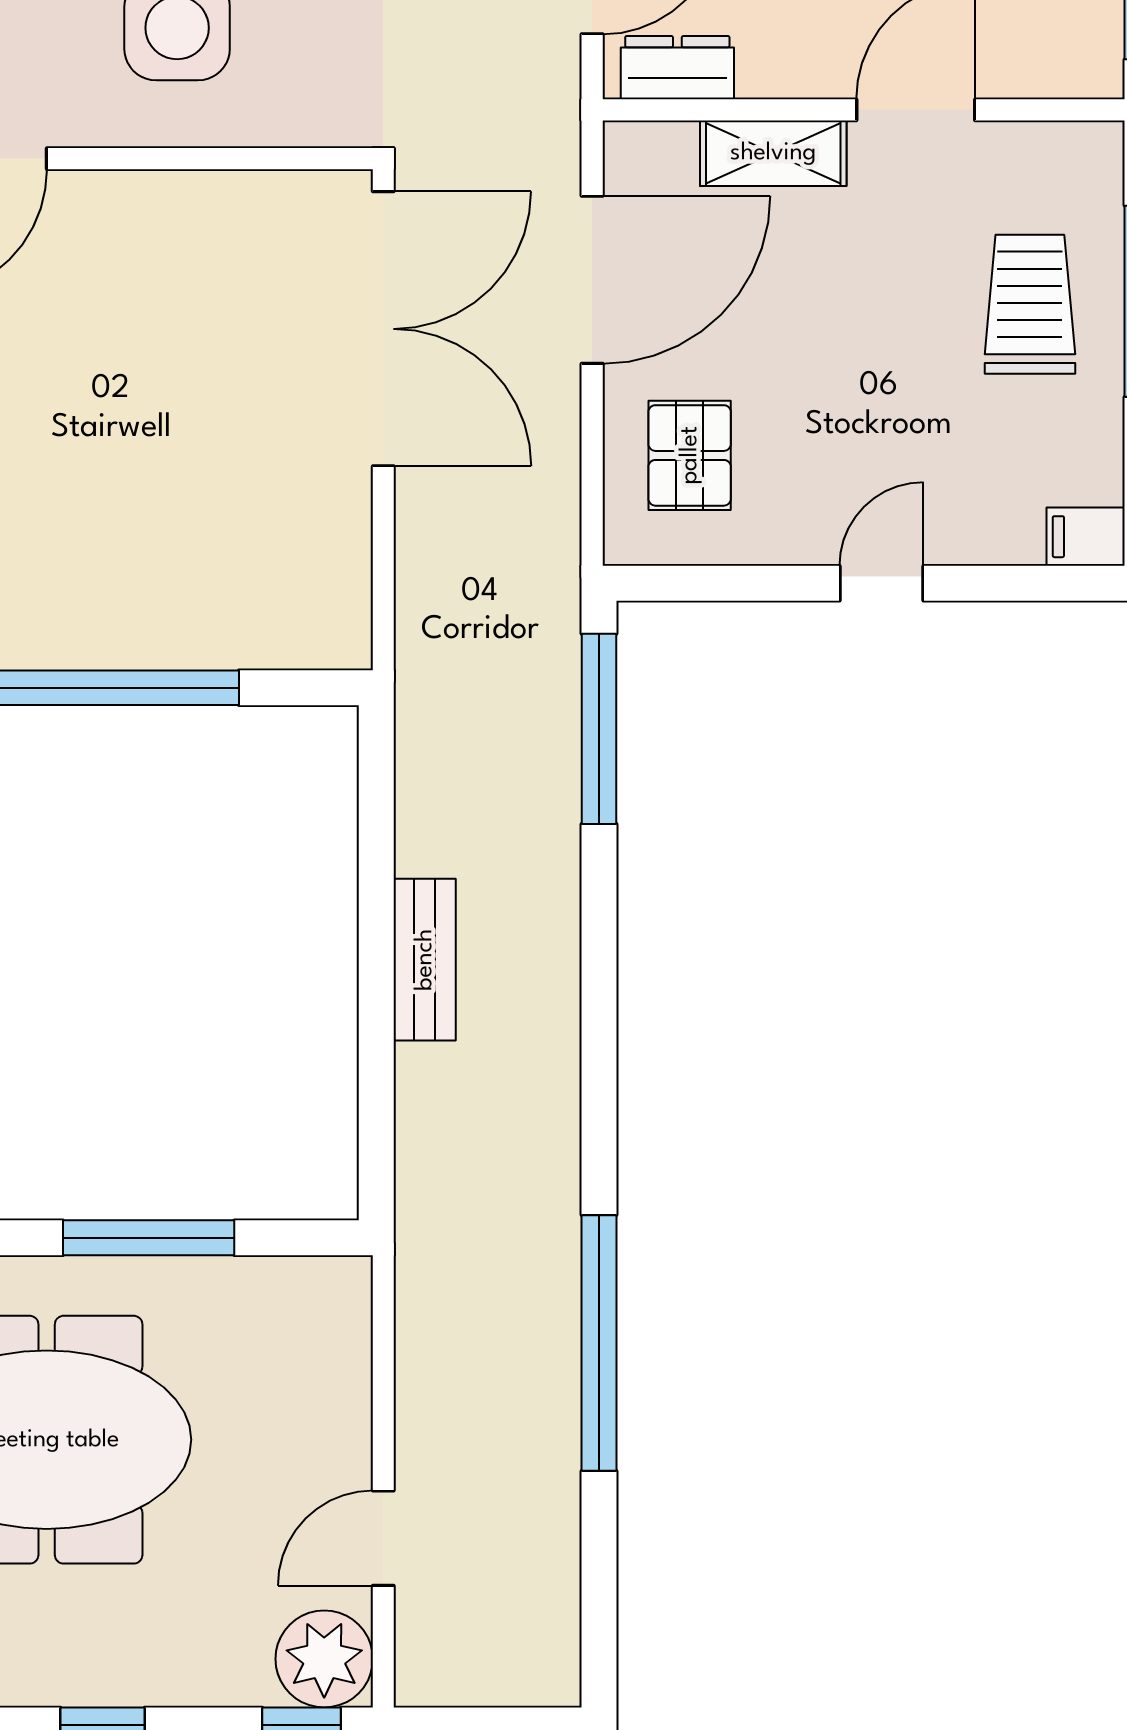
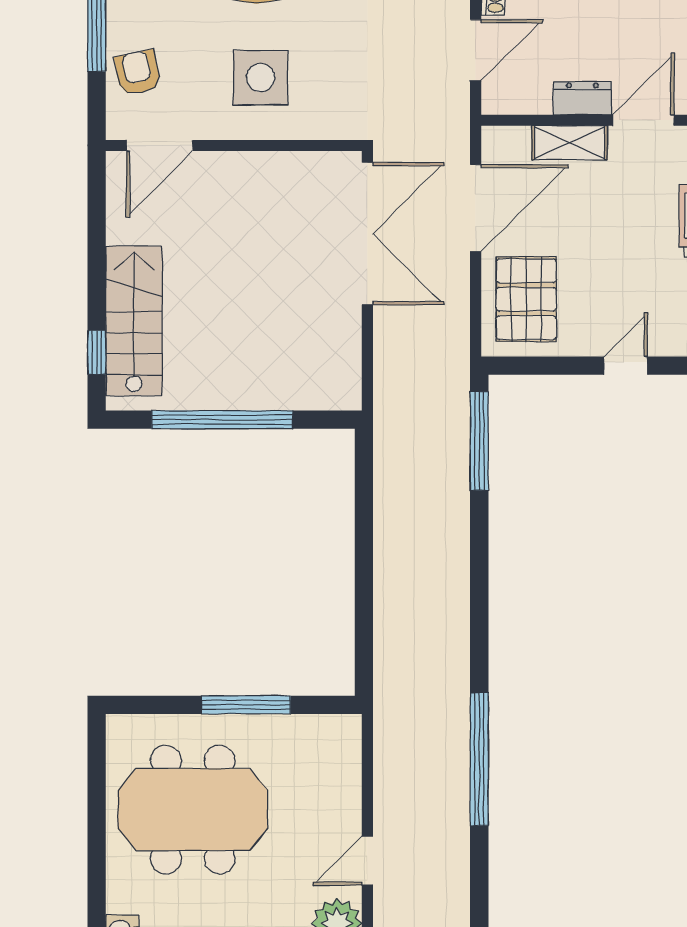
dresser: (677, 68) -> (582, 98), moved
pallet: (690, 455) -> (526, 299), width x1.50, depth x1.42
bench: (425, 960) -> (389, 561), removed

